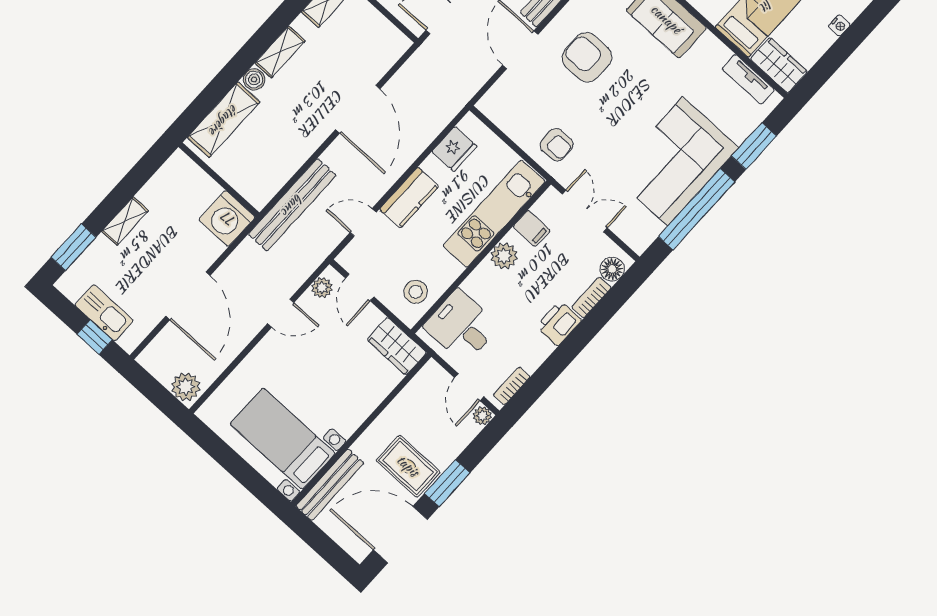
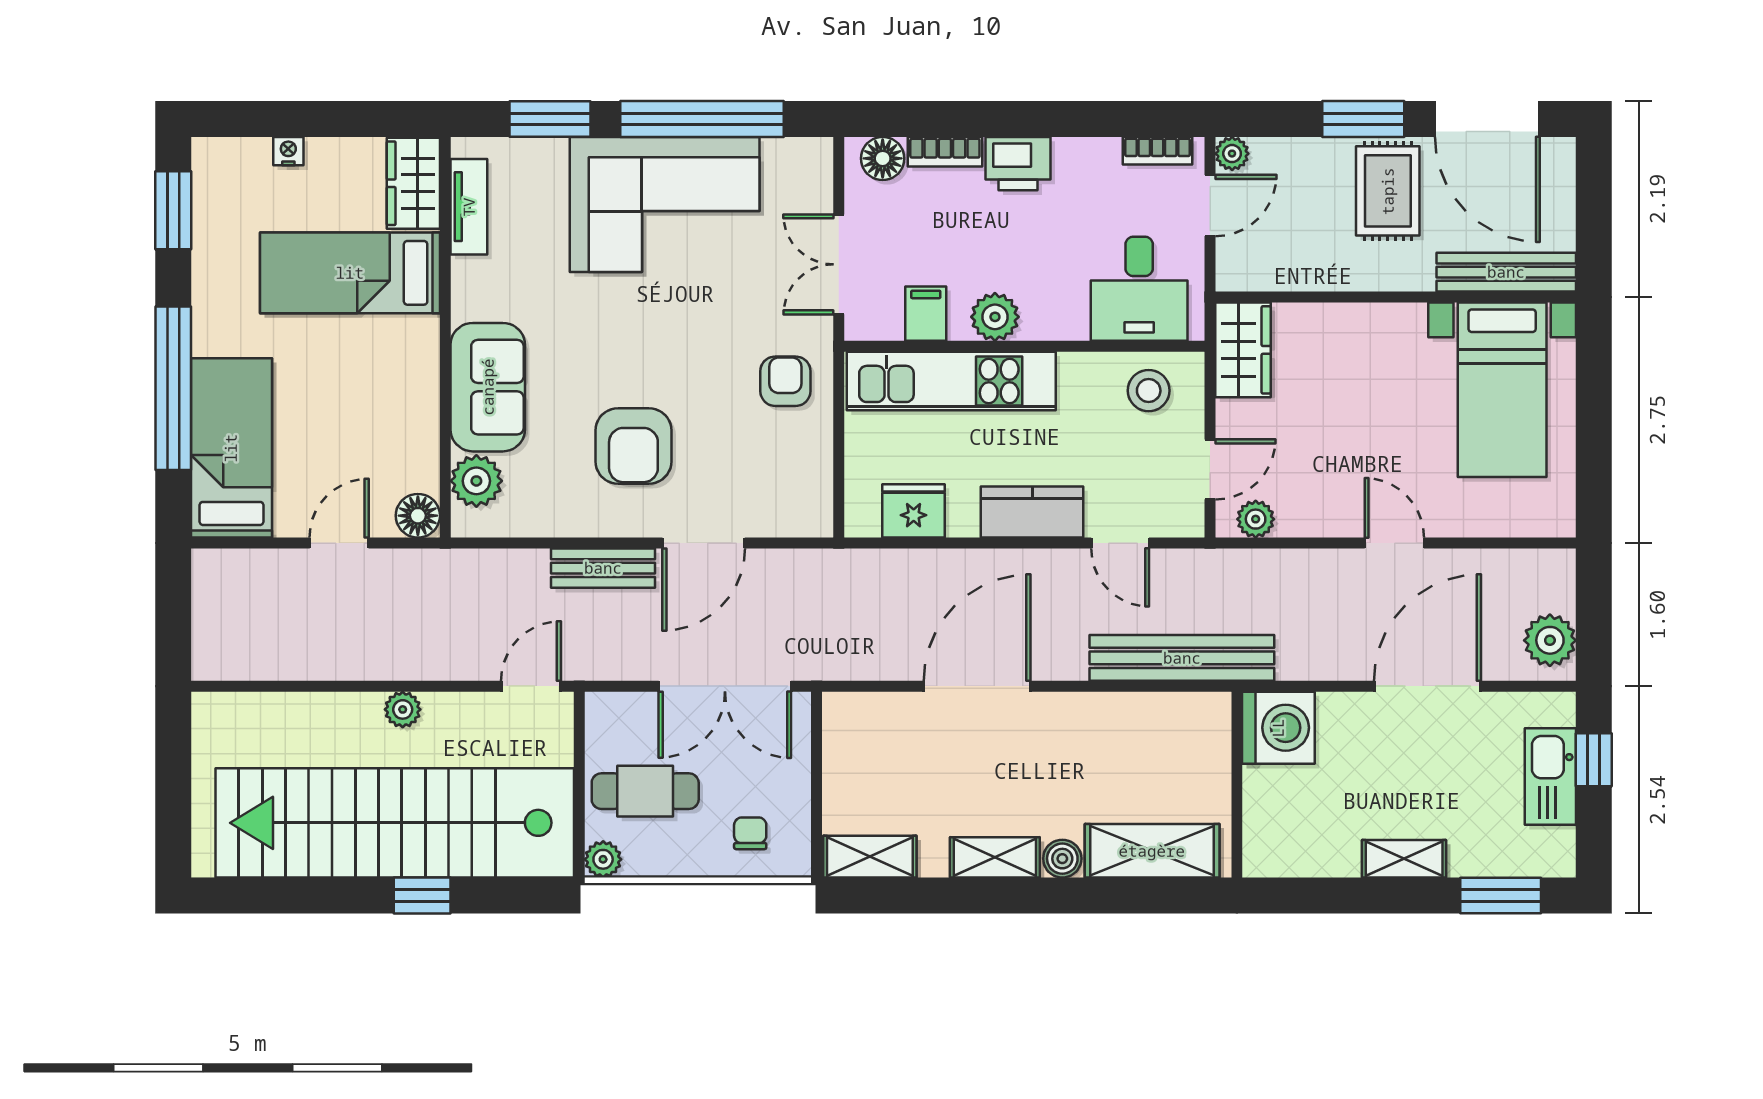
door: (281, 313) -> (1394, 543), moved
plant: (186, 387) -> (1550, 640), moved

